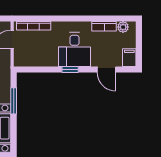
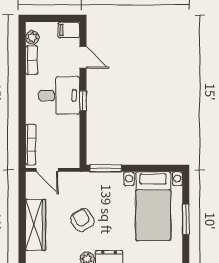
door: (106, 69) -> (83, 57), hinge flipped
window: (14, 101) -> (106, 168), moved

